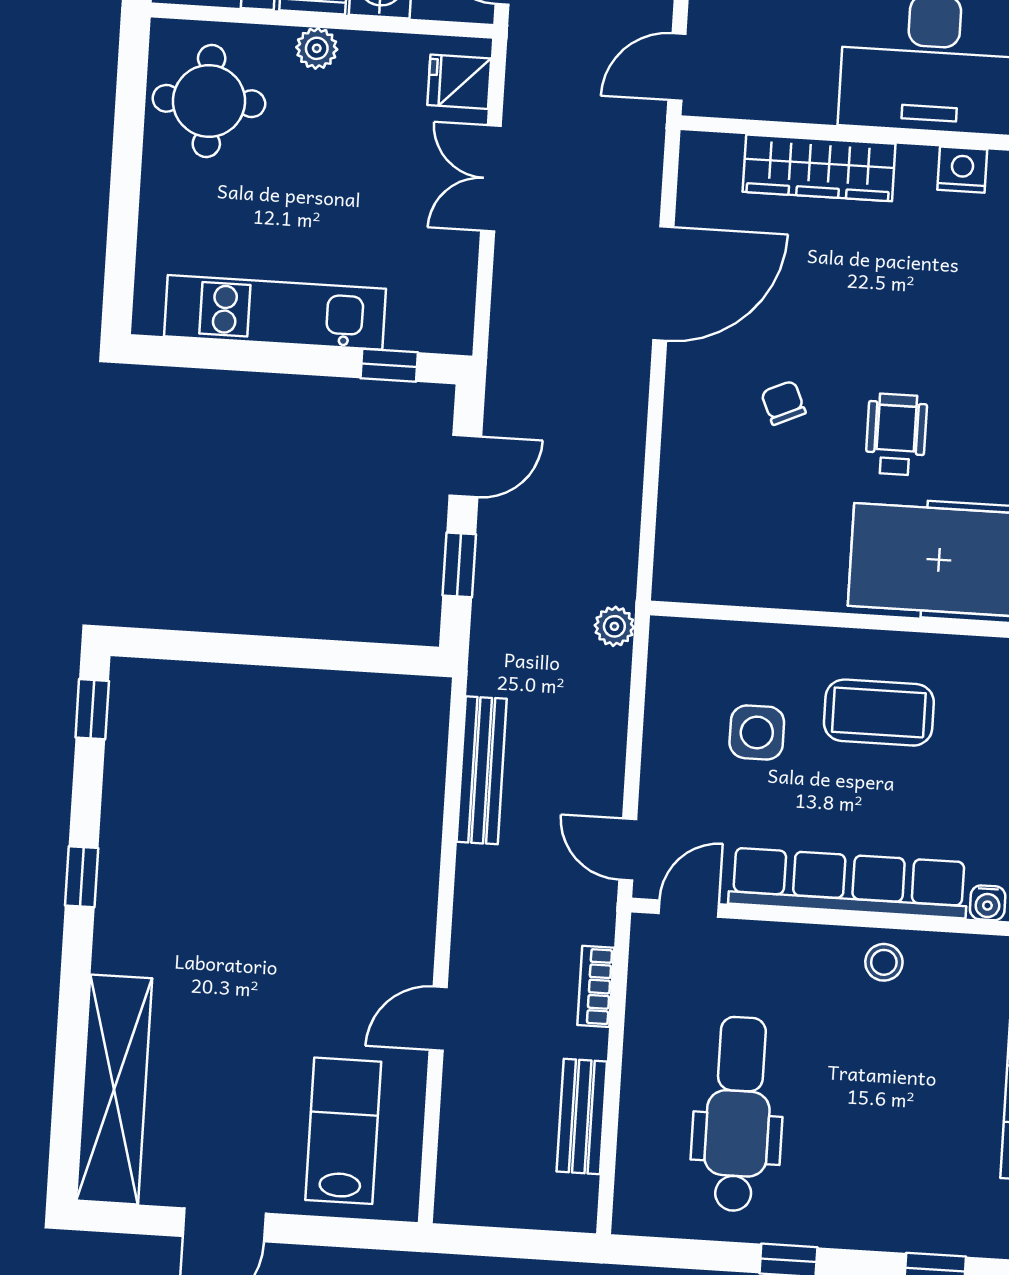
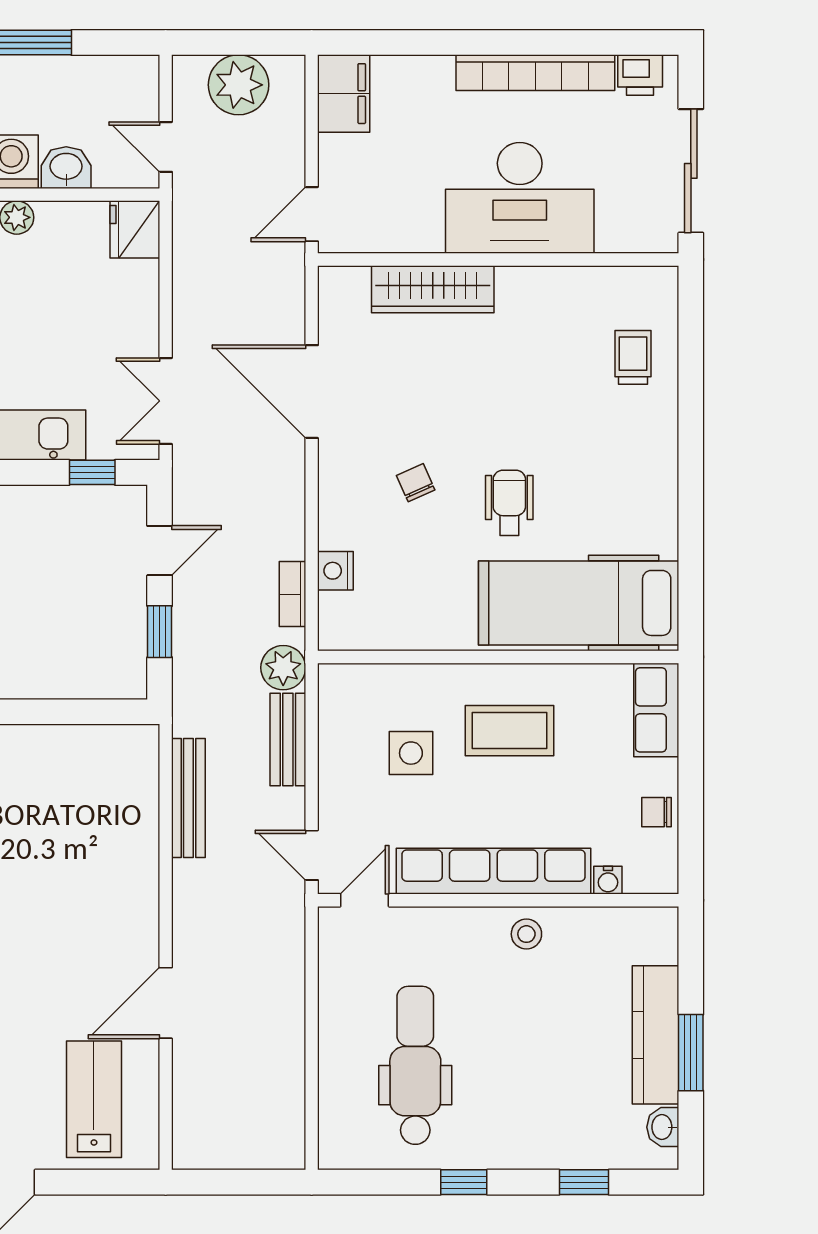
fridge: (459, 82) -> (135, 229), width x1.38
nightstand: (962, 170) -> (335, 571), moved, turned -90
double door: (491, 178) -> (166, 401), moved
door: (663, 284) -> (312, 392), swing flipped
plant: (614, 626) -> (283, 668), width x1.38, depth x1.38
bookcase: (596, 986) -> (293, 594), moved
door: (438, 1019) -> (166, 1003), width x1.38
bench: (582, 1117) -> (288, 740), moved

